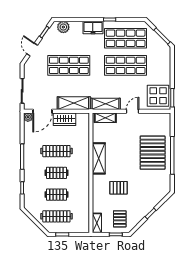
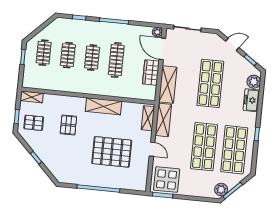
freezer: (93, 27) -> (251, 100), moved
plant: (162, 46) -> (221, 189), added
pallet: (153, 153) -> (112, 152), moved
clothes rail: (56, 216) -> (44, 53), width x0.73

